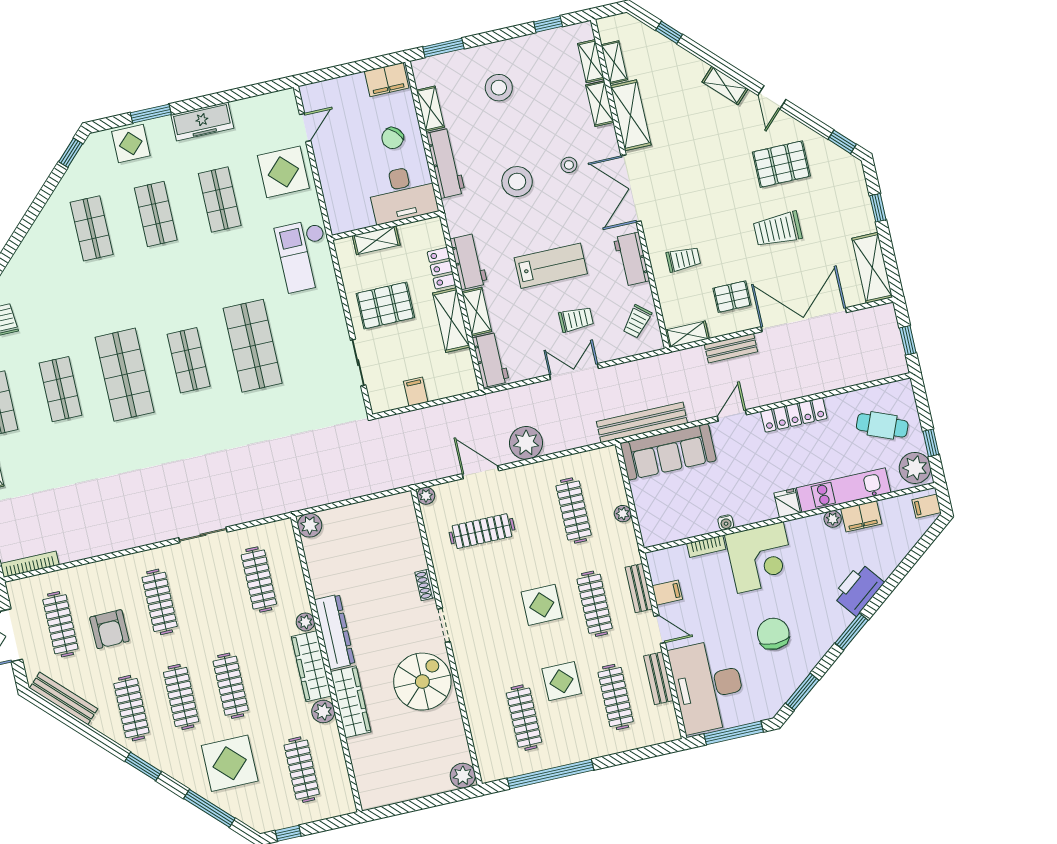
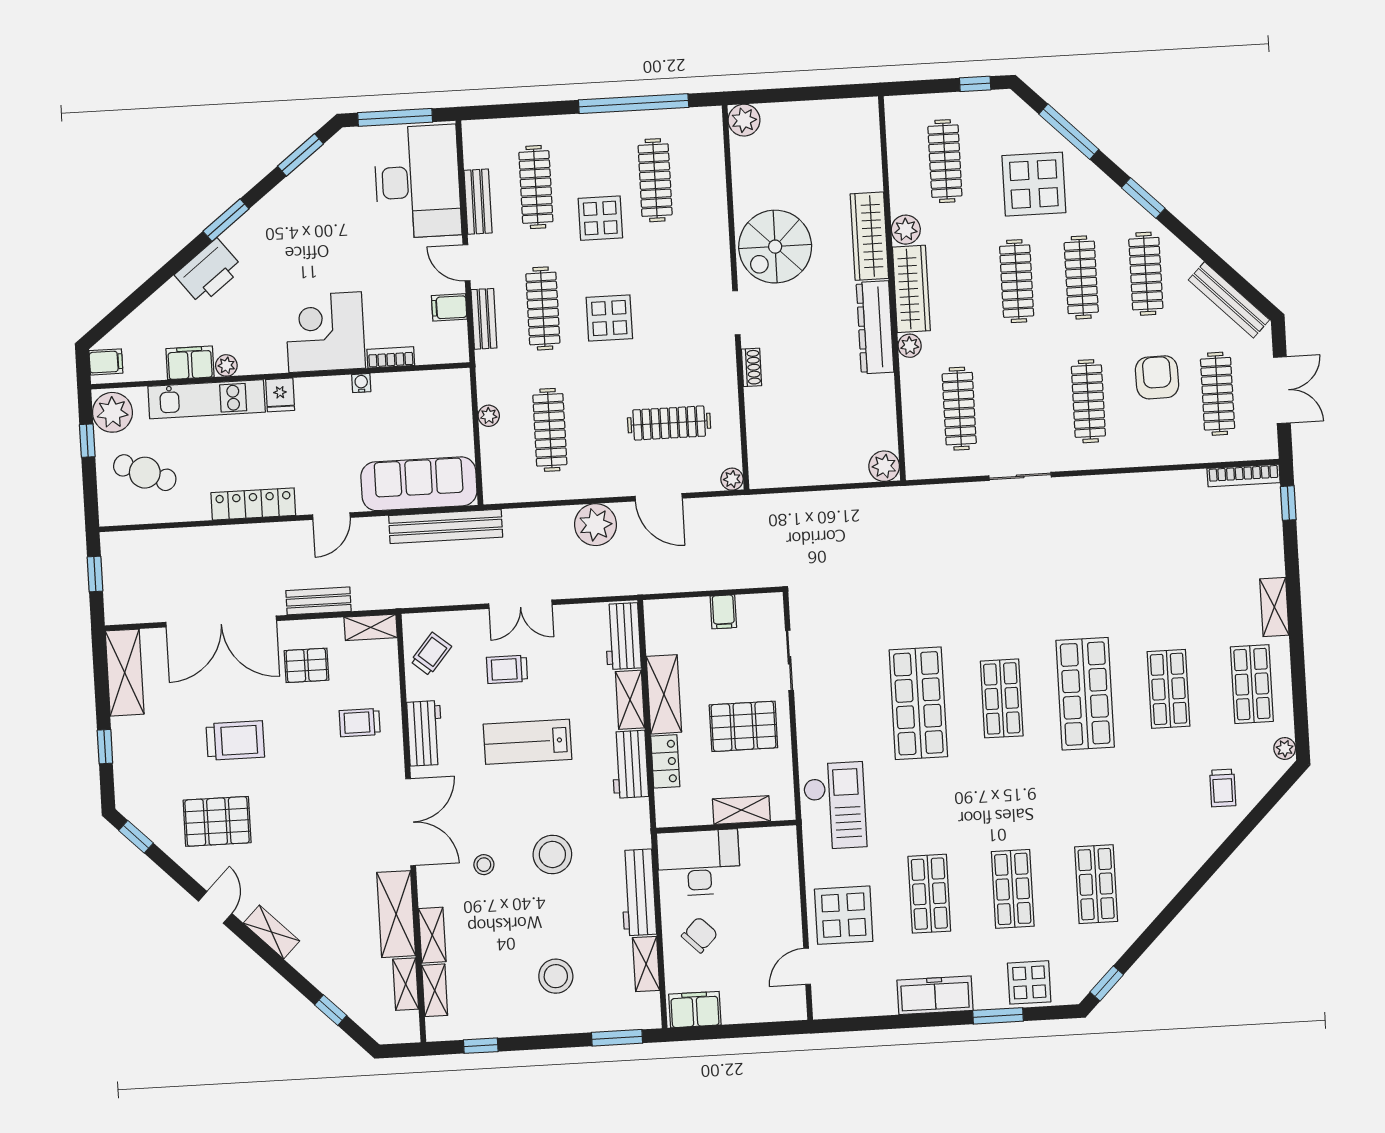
chair: (773, 634) -> (325, 234), removed

